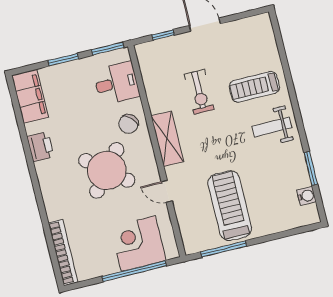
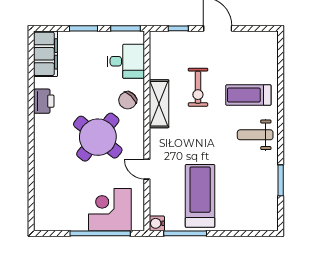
shelving: (167, 139) -> (159, 104), moved
water cooler: (306, 196) -> (157, 223), moved, turned 180
bookcase: (63, 252) -> (41, 201), removed

